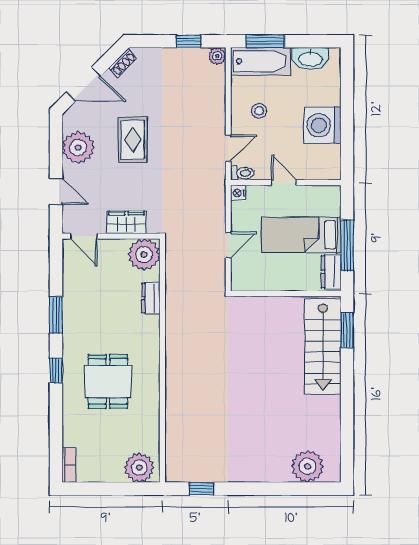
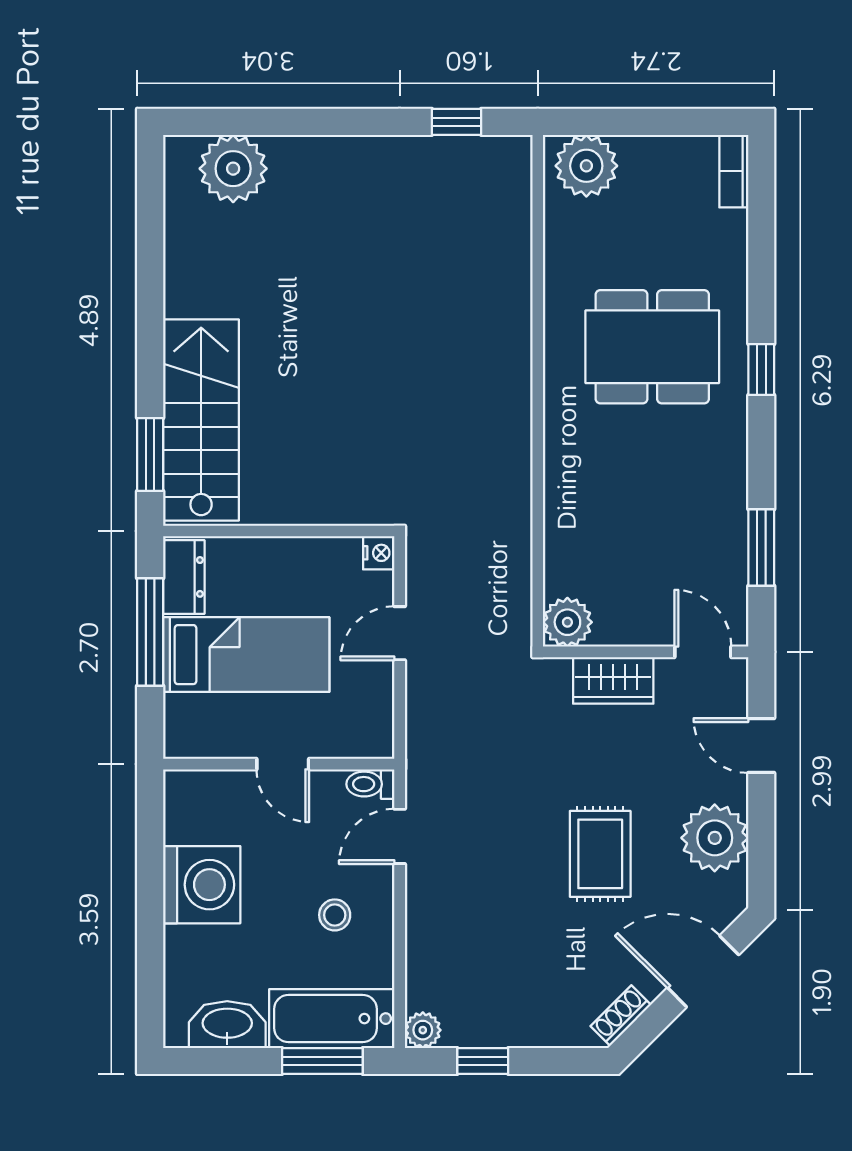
nightstand: (238, 193) -> (379, 553), moved
plant: (144, 255) -> (567, 622), width x0.73, depth x0.73
dresser: (151, 298) -> (562, 522), removed
window: (56, 315) -> (761, 547), moved
dining table: (108, 381) -> (652, 347), width x1.38

